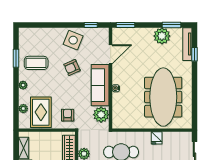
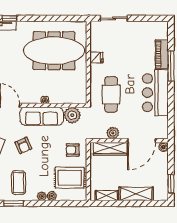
plant: (23, 109) -> (52, 196), moved

